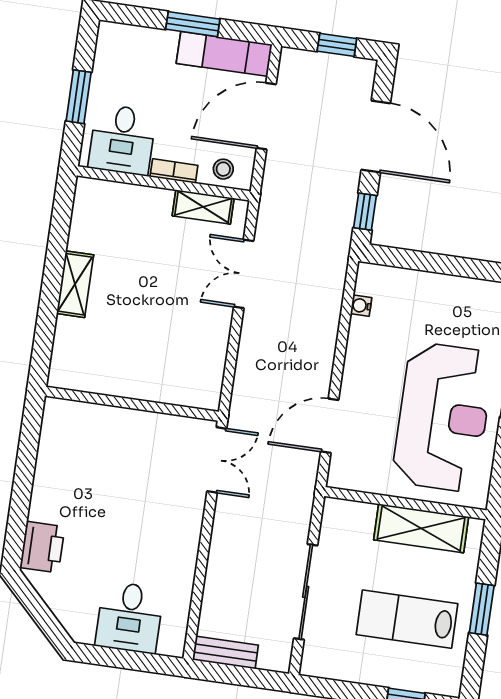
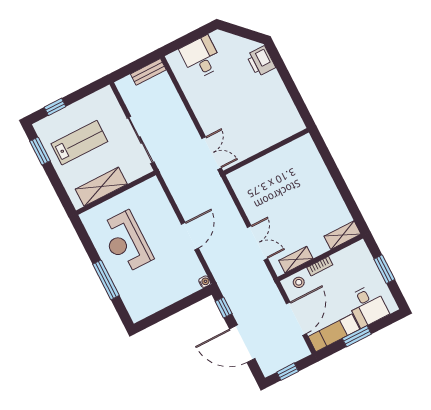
desk: (122, 140) -> (367, 306), moved, turned 180
shelving: (75, 284) -> (342, 235), moved, turned 90
water cooler: (361, 306) -> (205, 282), moved
reception desk: (443, 417) -> (126, 242), width x0.74, depth x0.77
door: (330, 426) -> (190, 236), moved
double door: (217, 460) -> (212, 153), swing flipped
sliding door: (306, 592) -> (141, 140), moved
window: (482, 609) -> (40, 151), moved

